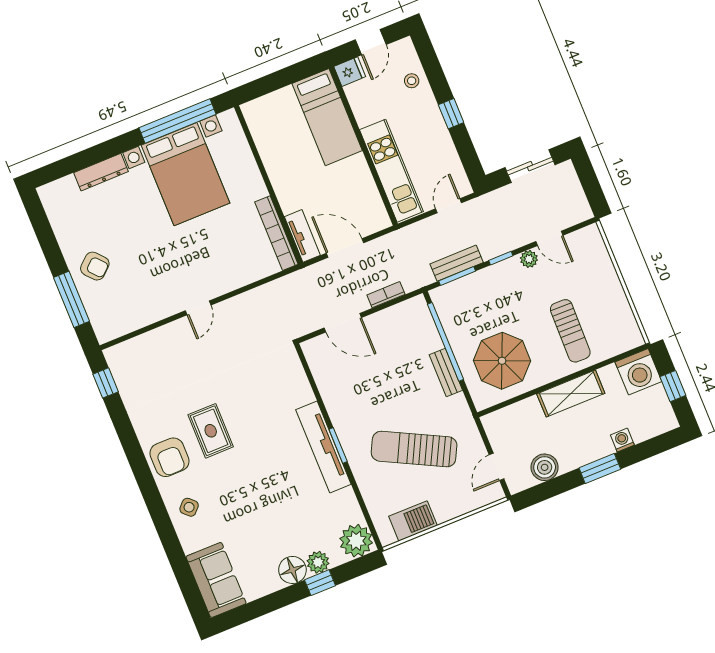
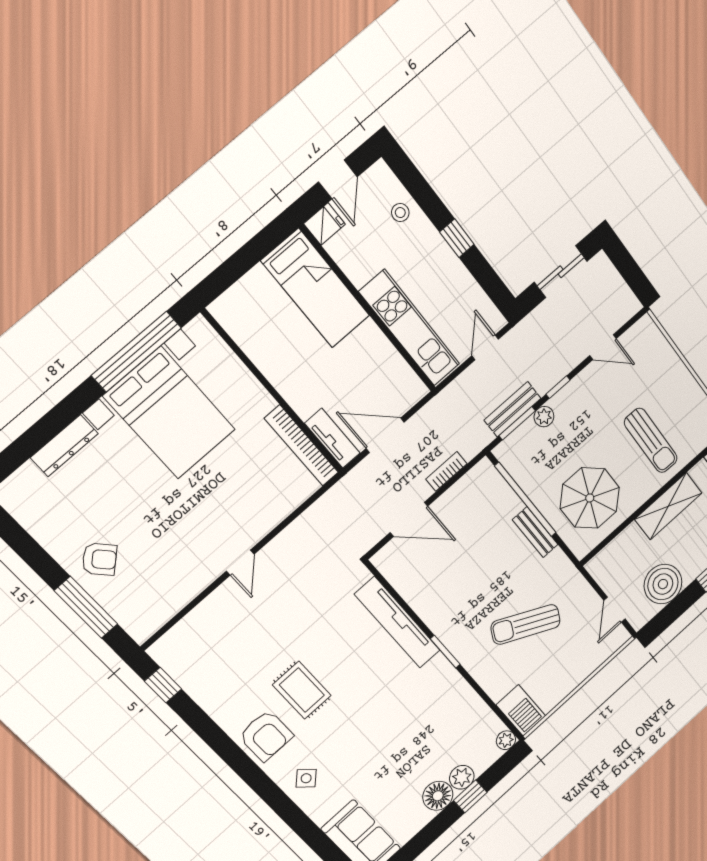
plant: (529, 259) -> (544, 417), moved
tv unit: (323, 447) -> (397, 622), moved
sun lounger: (414, 449) -> (526, 624), width x0.73, depth x0.75
boiler: (545, 467) -> (663, 584), width x1.37, depth x1.37
barbecue: (413, 521) -> (521, 710), moved, turned 90
plant: (356, 541) -> (506, 740), width x0.53, depth x0.53

